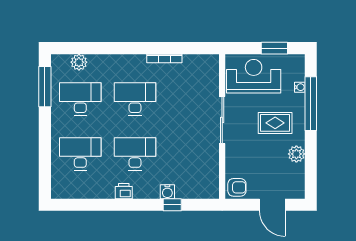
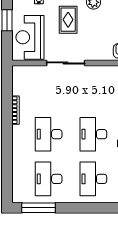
plant: (79, 62) -> (18, 180), removed

